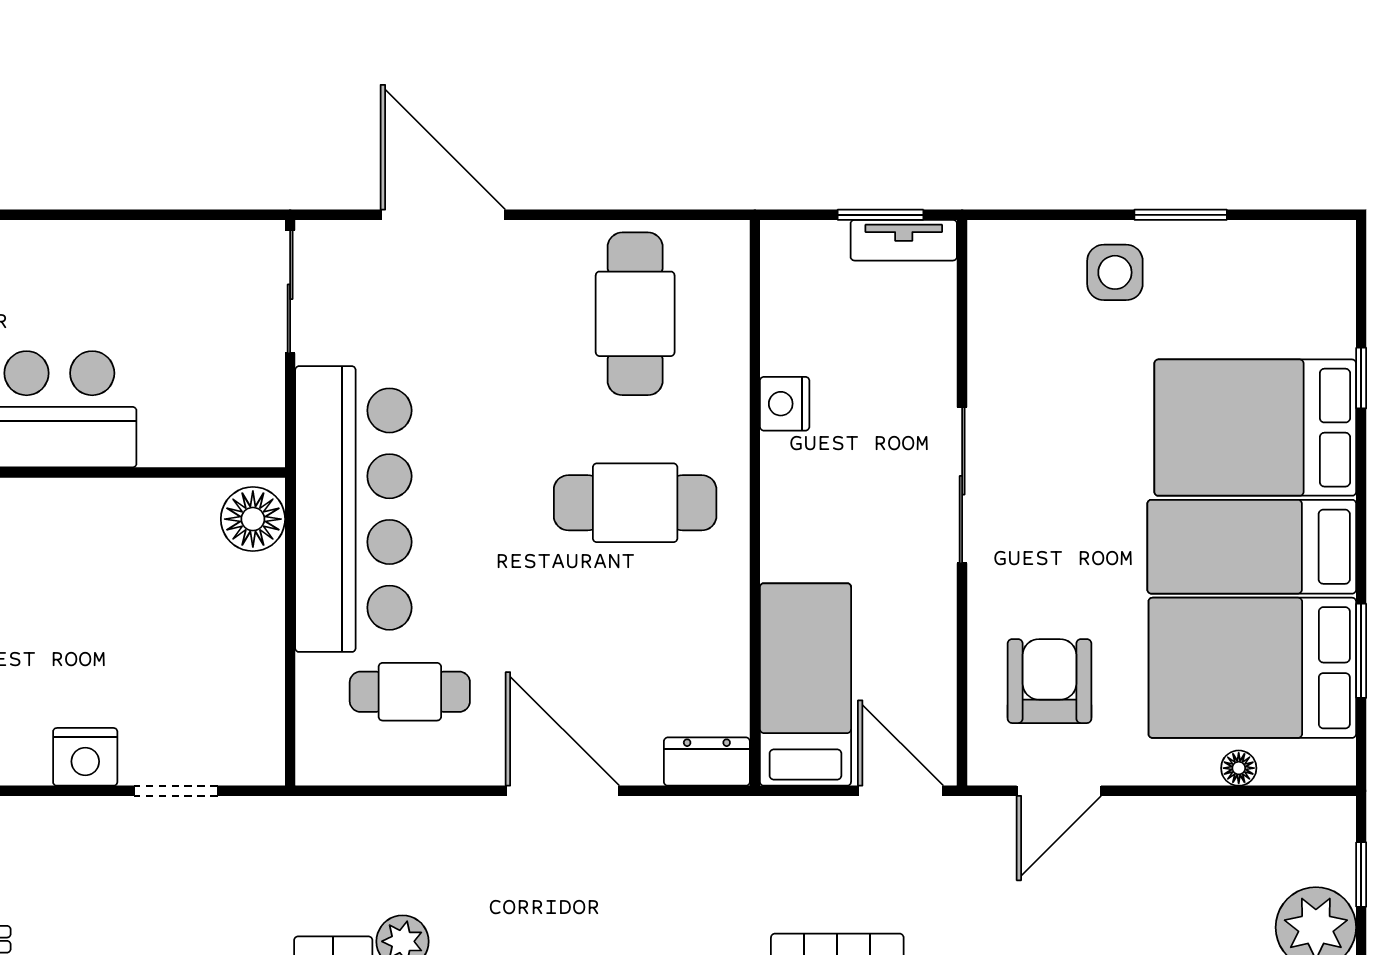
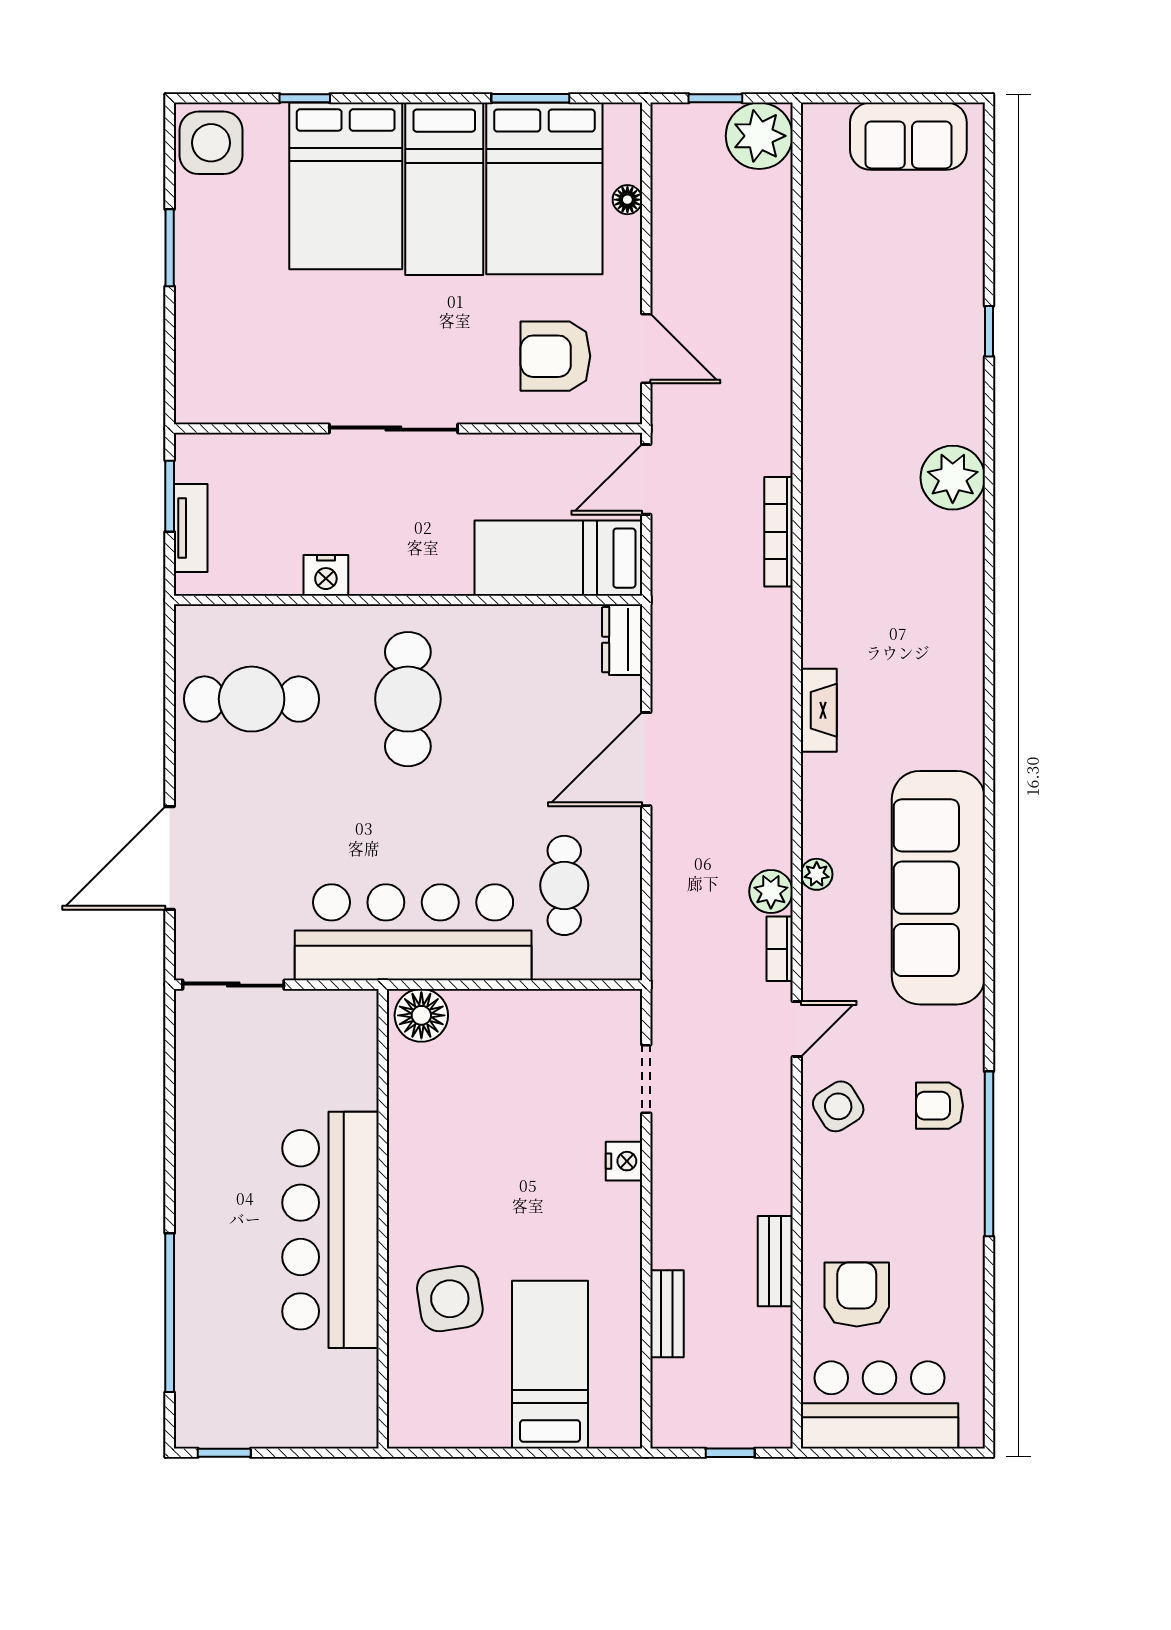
tv unit: (904, 240) -> (191, 528), moved
side table: (1115, 272) -> (211, 143), moved, width x1.37, depth x1.37
nightstand: (85, 757) -> (624, 1161), width x0.74, depth x0.75

